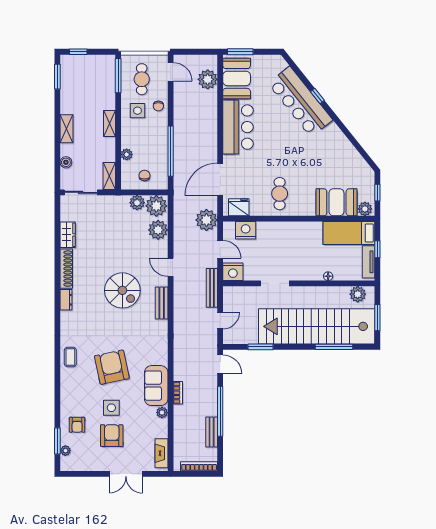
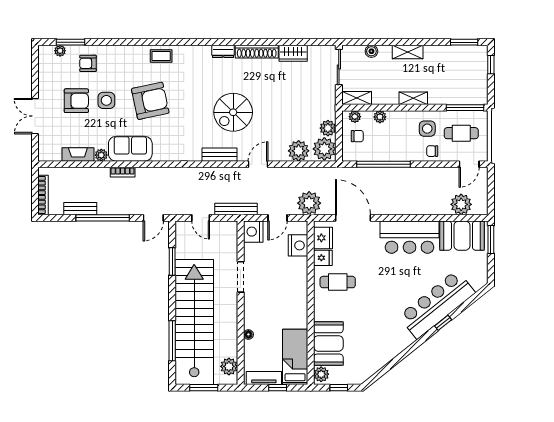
plant: (126, 178) -> (355, 117), added
fridge: (257, 207) -> (323, 258), added
fireplace: (161, 453) -> (78, 155), moved

